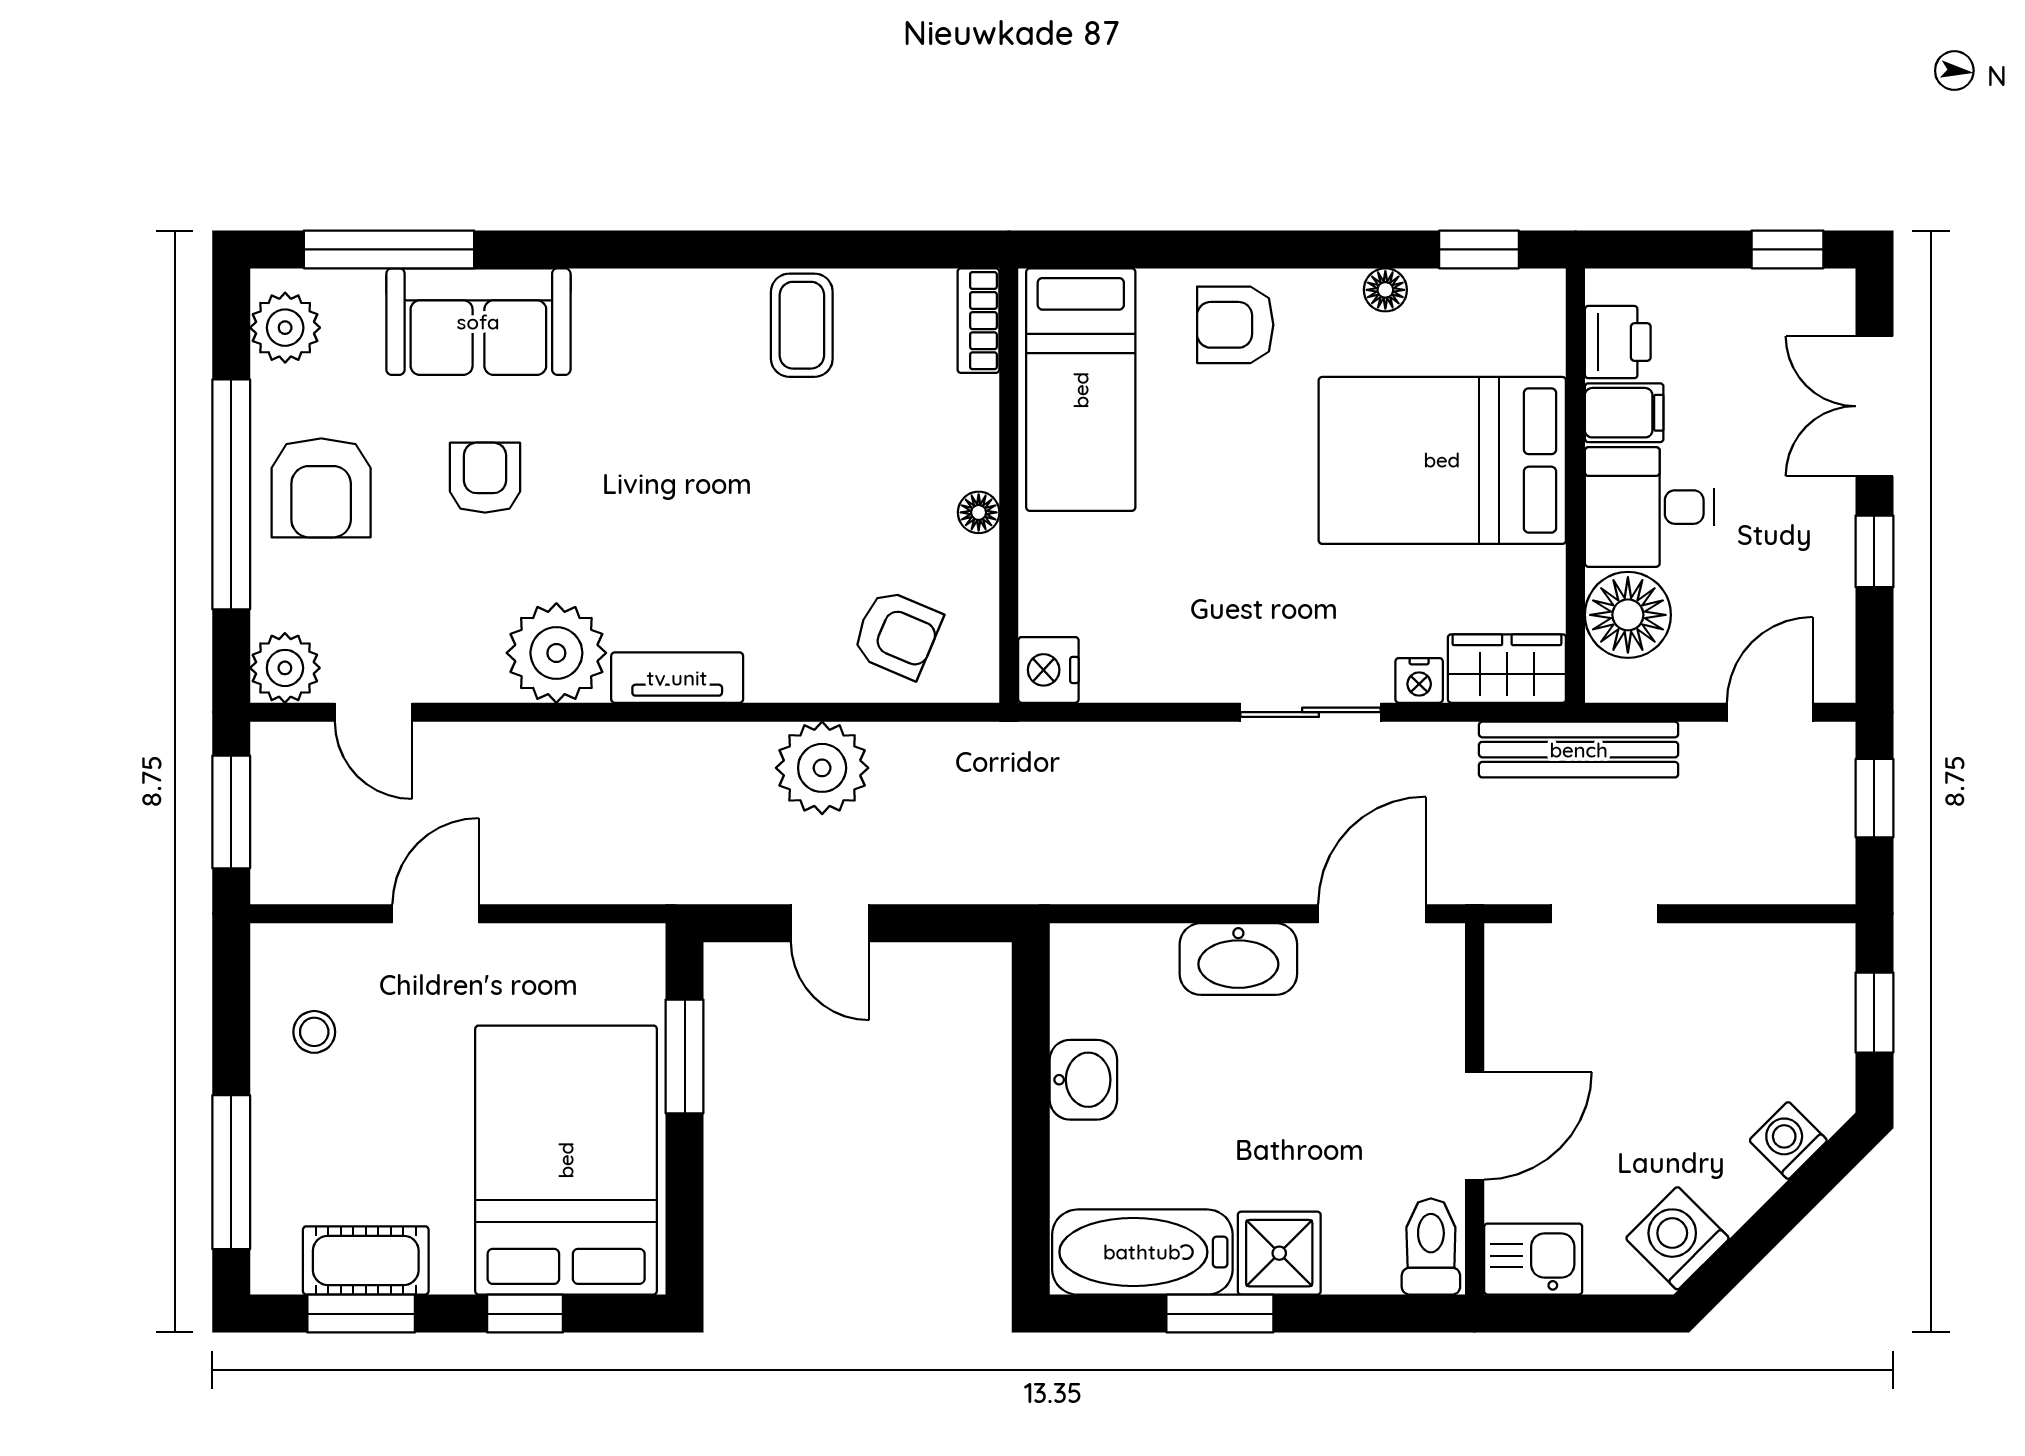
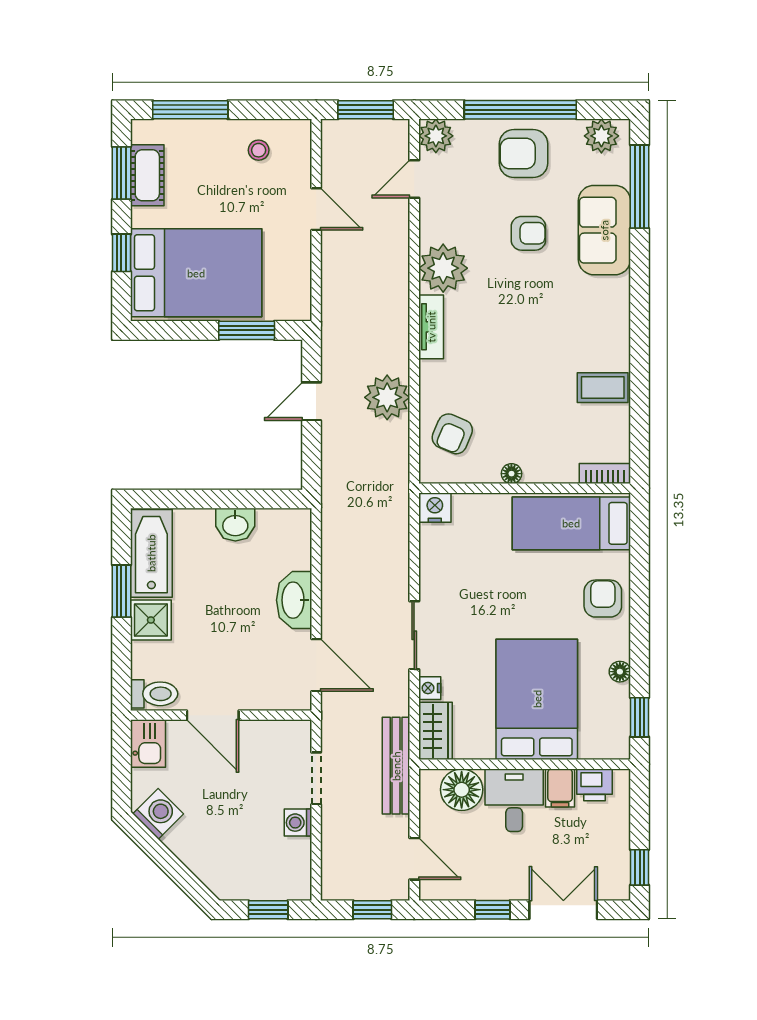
washing machine: (1788, 1140) -> (298, 823), moved, turned -135

